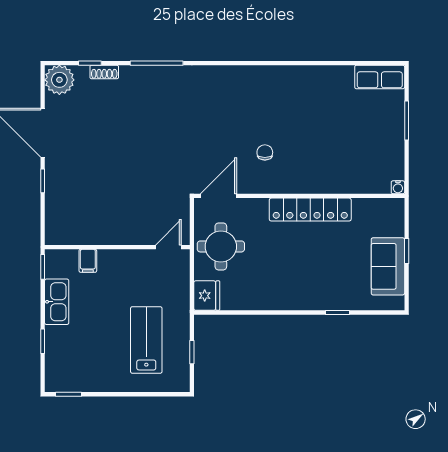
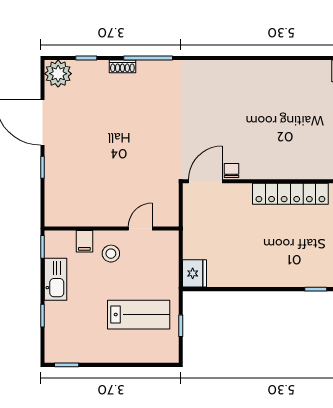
shoe rack: (104, 72) -> (122, 66), moved
chair: (265, 152) -> (231, 171), moved
round table: (221, 246) -> (208, 228), removed
door: (168, 247) -> (140, 229), moved
stool: (116, 274) -> (111, 254), added
lab bench: (146, 340) -> (139, 315), turned 90

